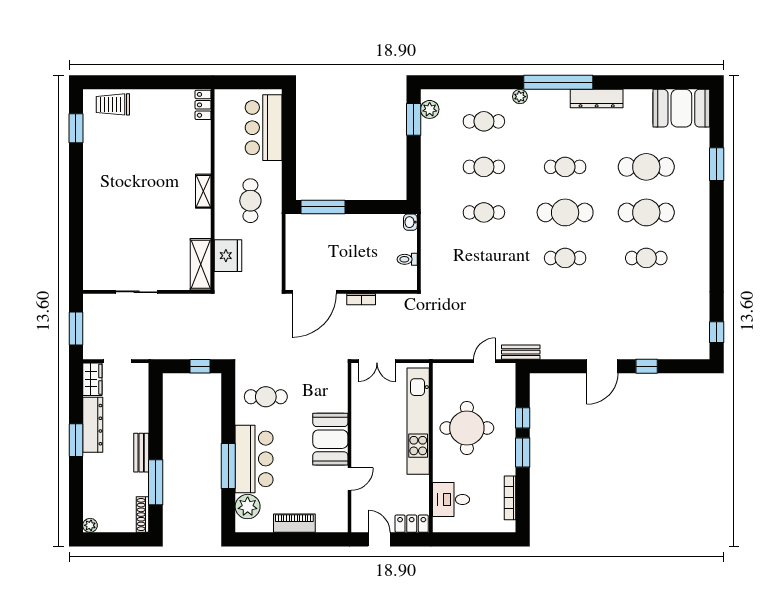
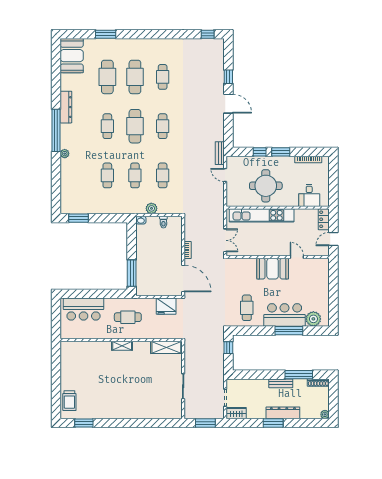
locker: (203, 105) -> (70, 346), removed
plant: (430, 109) -> (151, 208), moved
cafe table: (484, 121) -> (163, 175), moved
fridge: (228, 256) -> (166, 306), moved, turned 180
dresser: (93, 425) -> (283, 413), moved
piano: (294, 523) -> (324, 290), removed

